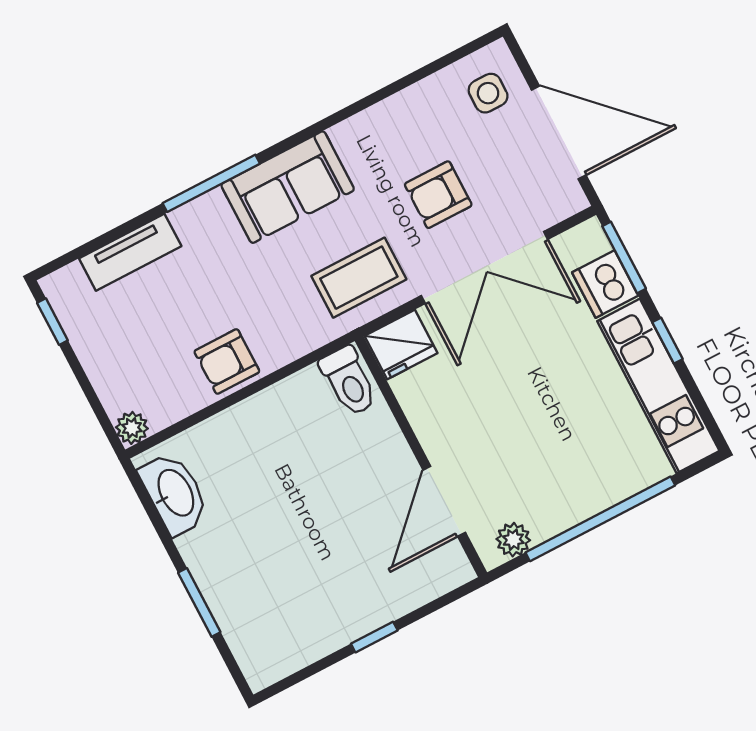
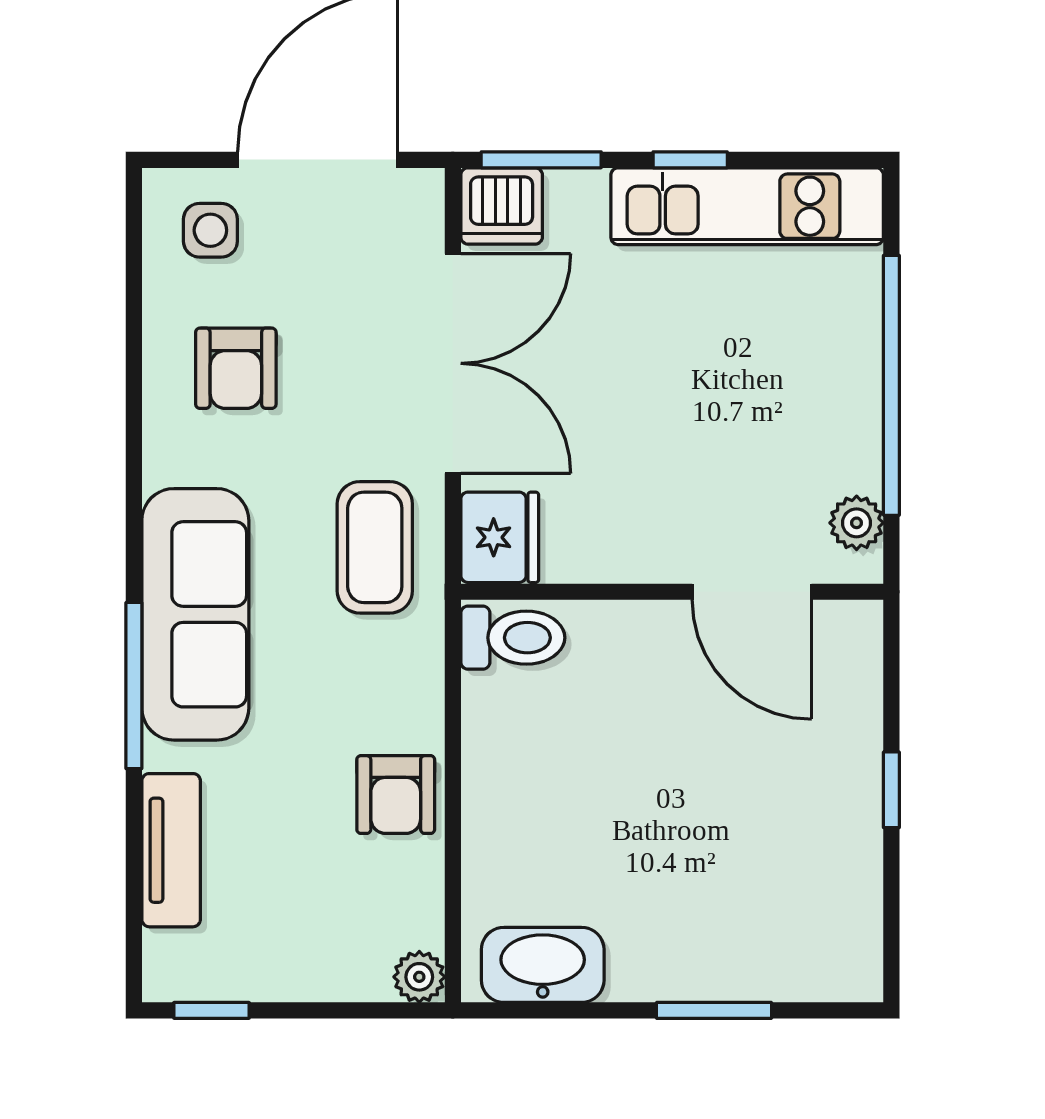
sofa: (288, 187) -> (195, 614), width x1.36
armchair: (438, 195) -> (236, 368), moved
dishwasher: (605, 284) -> (502, 206), moved

